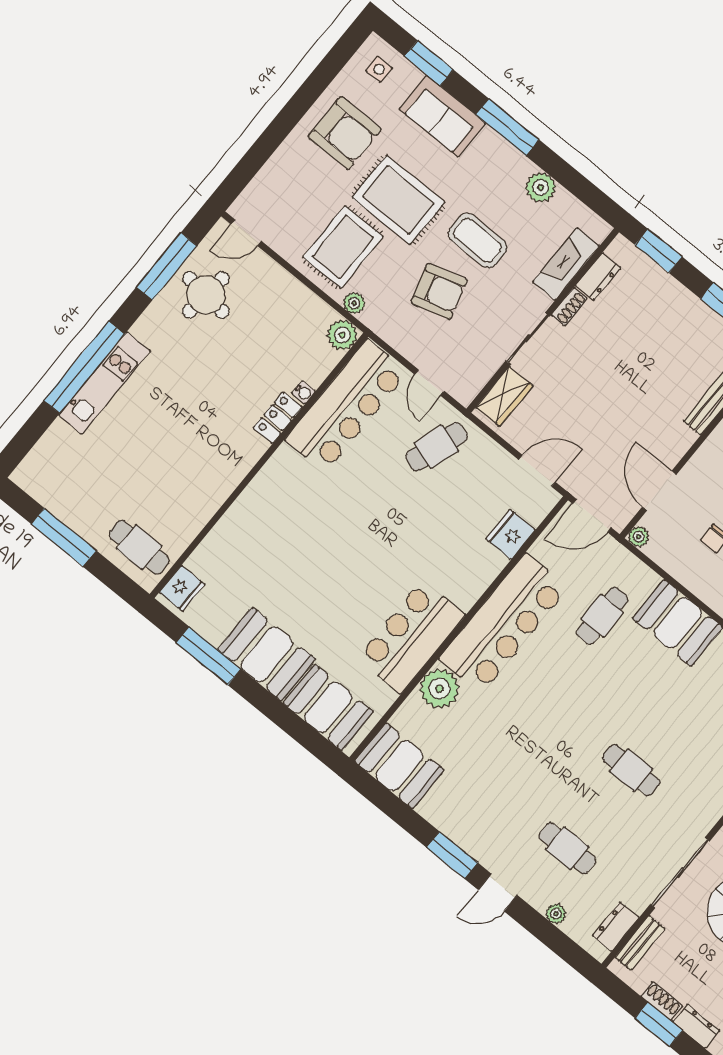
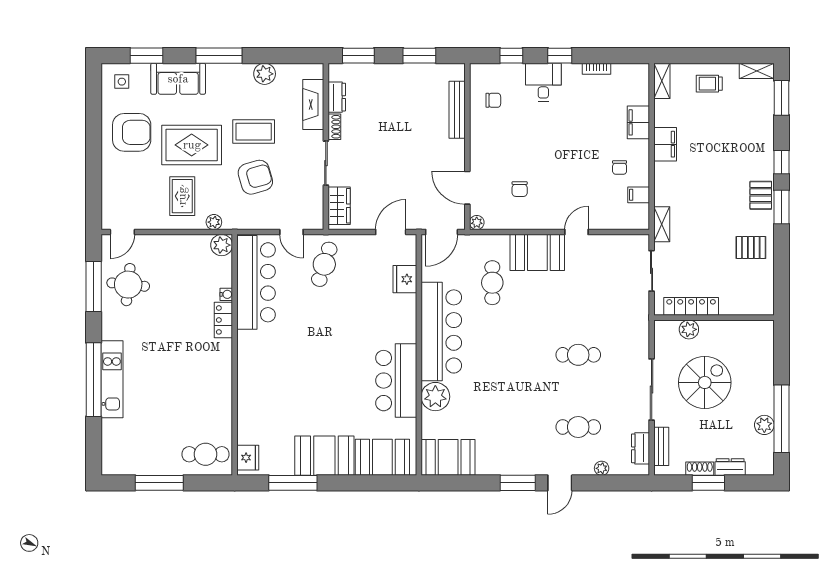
rug: (343, 247) -> (182, 196), width x0.73, depth x0.70

